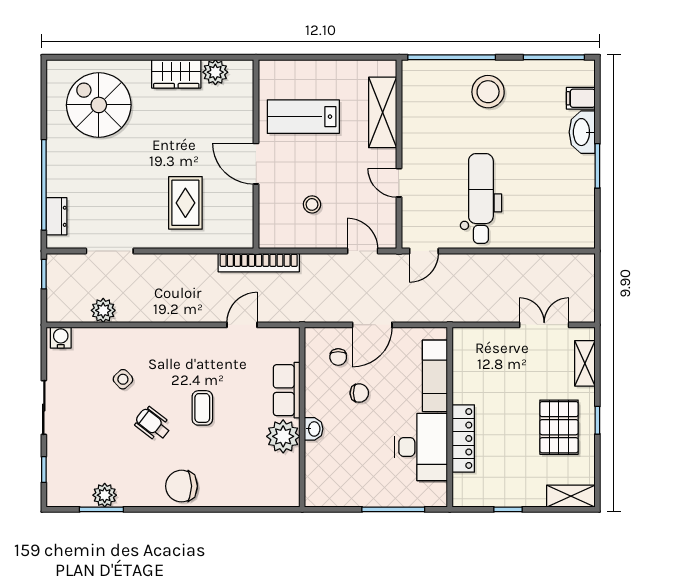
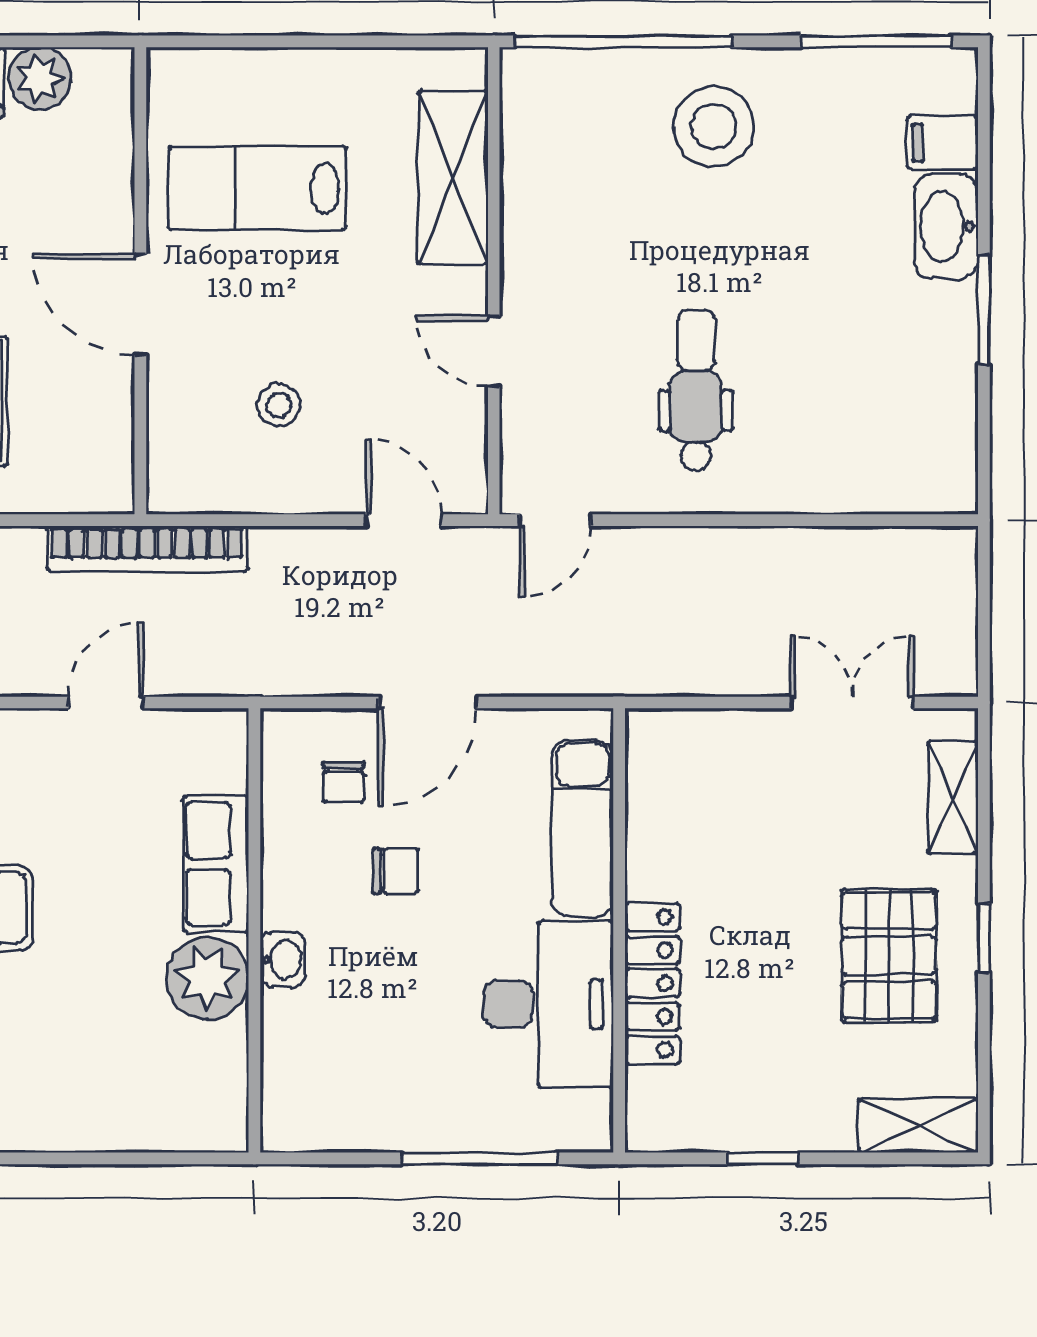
dental chair: (481, 198) -> (696, 390), width x0.73, depth x0.72

